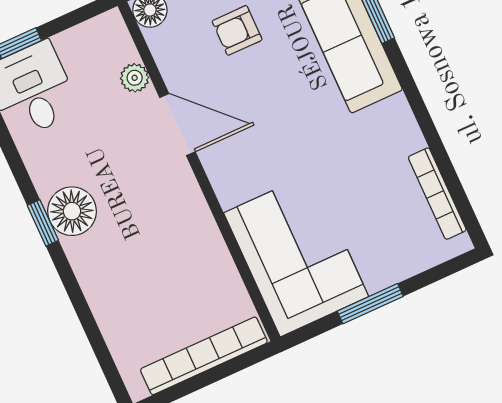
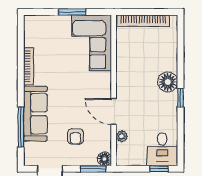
armchair: (237, 30) -> (75, 136), turned 90
bookcase: (437, 194) -> (29, 66), moved
floor lamp: (72, 211) -> (168, 82), moved

